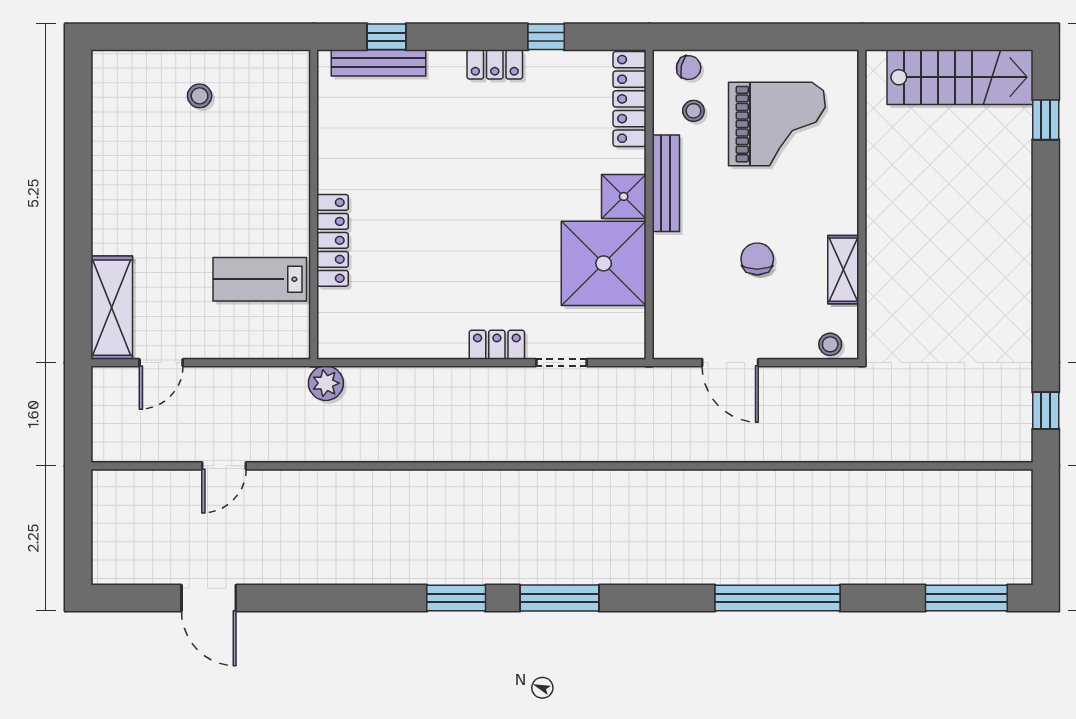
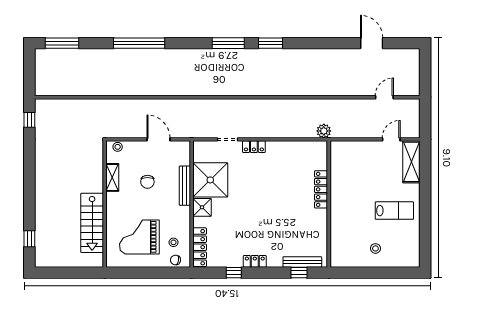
stairs: (960, 77) -> (92, 223), moved, turned -90
bench: (666, 183) -> (185, 186), moved
lab bench: (260, 279) -> (394, 211), moved
door: (224, 466) -> (384, 97), moved

